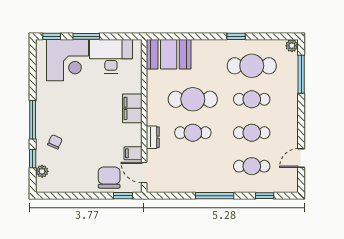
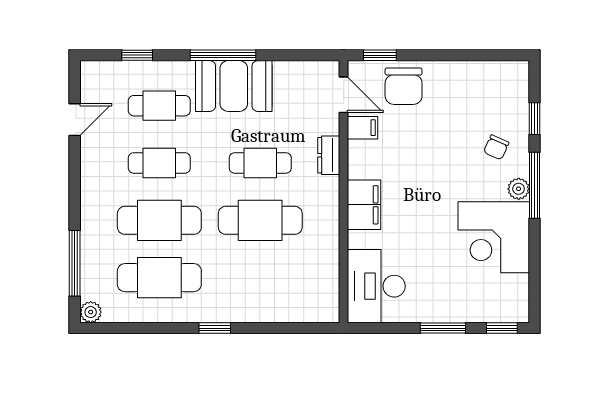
window: (236, 36) -> (215, 328), moved
booth: (169, 54) -> (234, 86), moved
desk: (111, 56) -> (376, 286), moved, turned 90
corner desk: (68, 60) -> (494, 237), moved, turned -90
cafe table: (252, 99) -> (159, 220), width x1.37, depth x1.35
plant: (42, 171) -> (519, 189), moved

